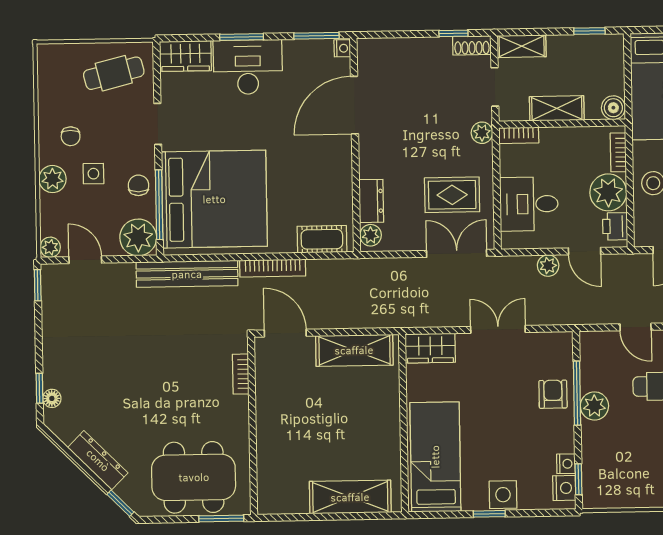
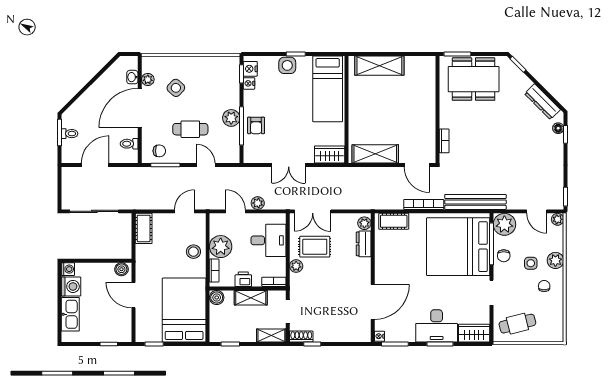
plant: (482, 133) -> (296, 266), moved
printer: (615, 226) -> (243, 279), moved, turned -90
dresser: (98, 460) -> (542, 102), moved

